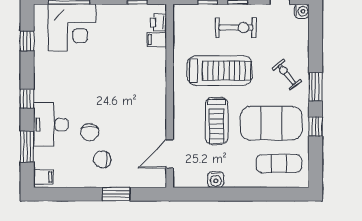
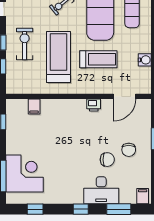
printer: (159, 22) -> (94, 105), moved
door: (170, 154) -> (125, 96), hinge flipped

